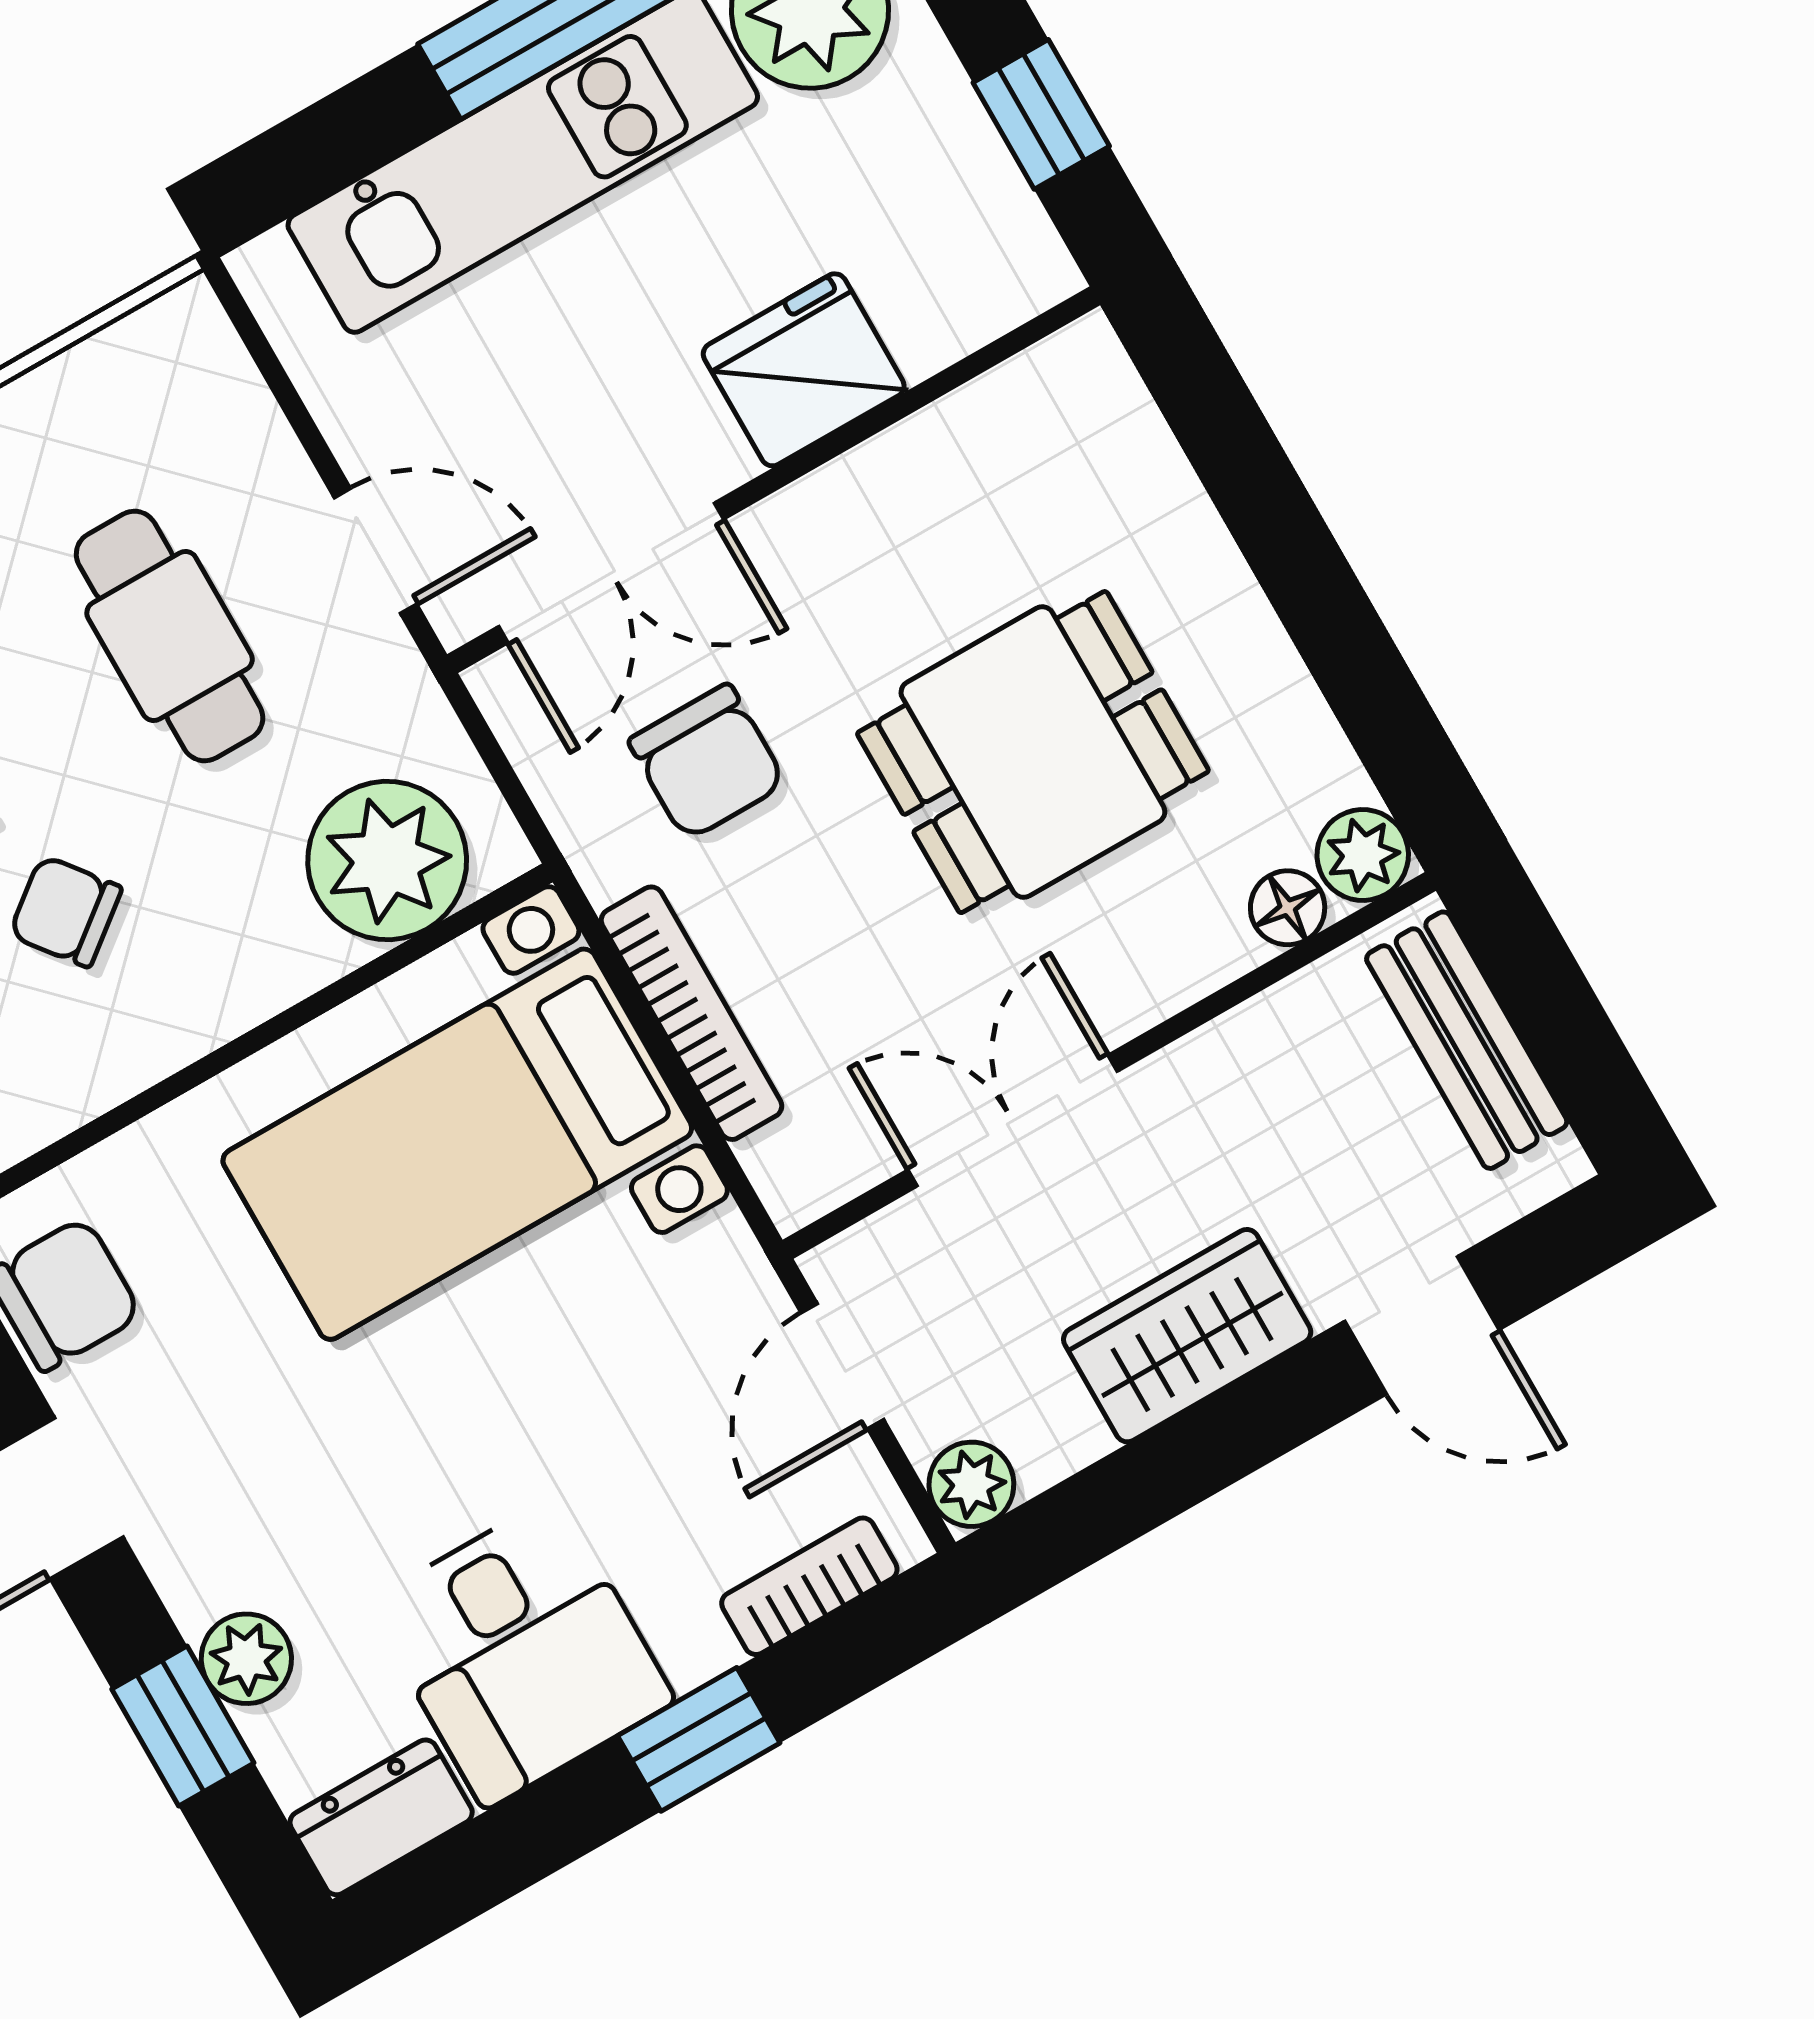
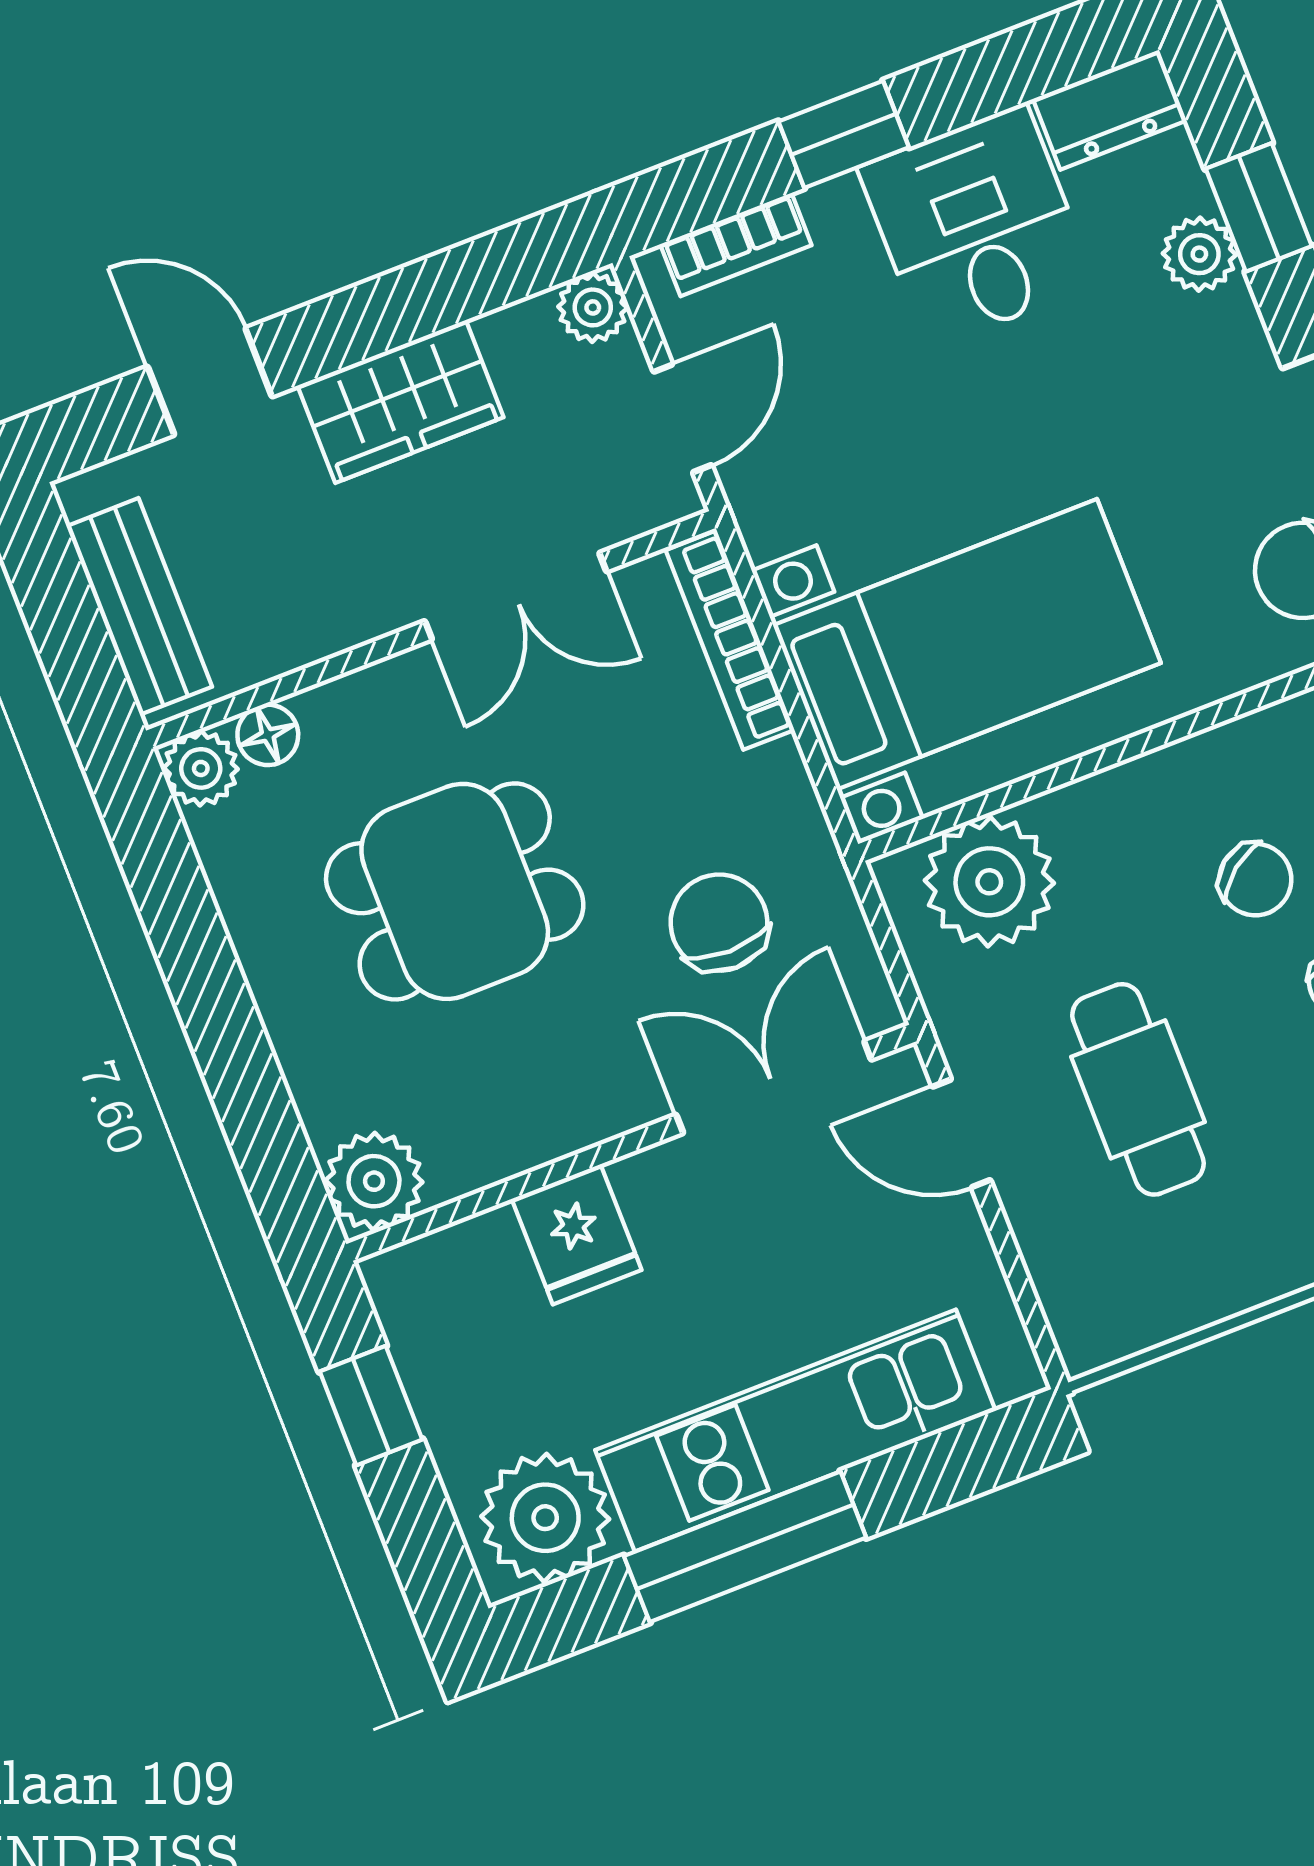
fridge: (804, 370) -> (577, 1234), width x0.72
plant: (1078, 387) -> (374, 1181), added
bookcase: (692, 1013) -> (730, 640), moved

